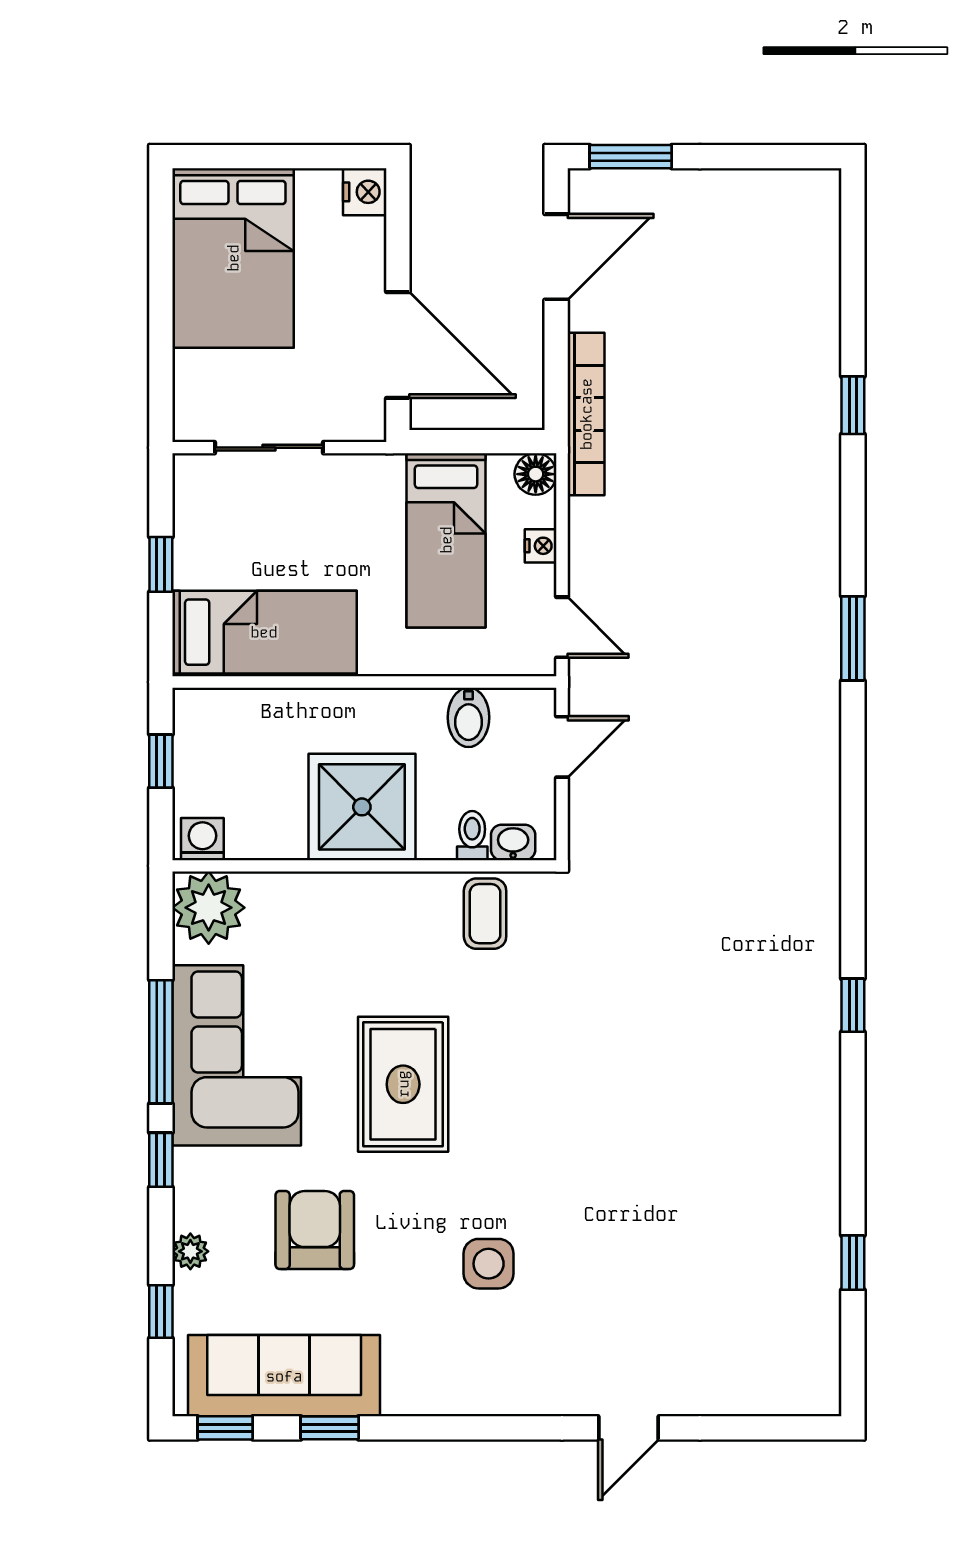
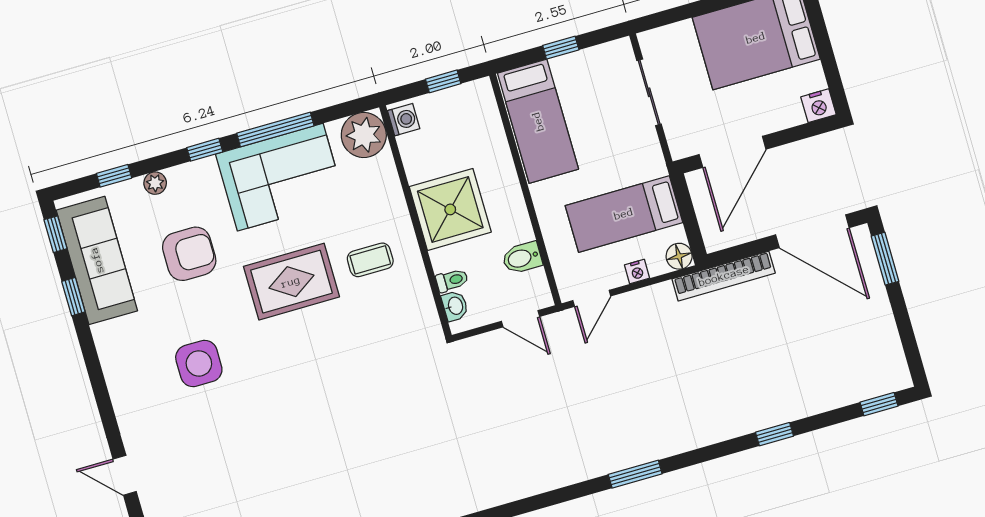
window: (853, 231) -> (879, 404), added
door: (556, 257) -> (812, 231), width x1.36
coffee table: (485, 914) -> (370, 260), moved
side table: (489, 1264) -> (199, 363), width x1.37, depth x1.37

